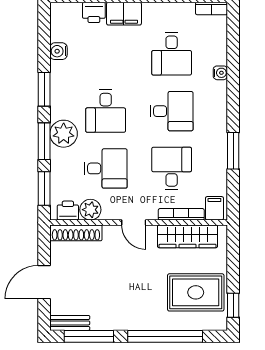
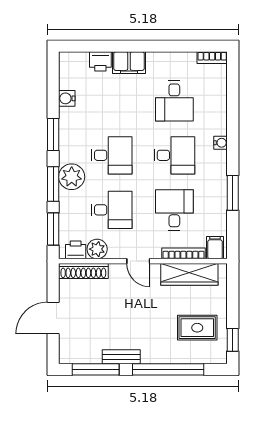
water cooler: (220, 73) -> (221, 143), moved
desk: (106, 111) -> (112, 155), turned -90
rug: (196, 292) -> (197, 328), width x0.73, depth x0.70
bench: (70, 323) -> (121, 357), moved

